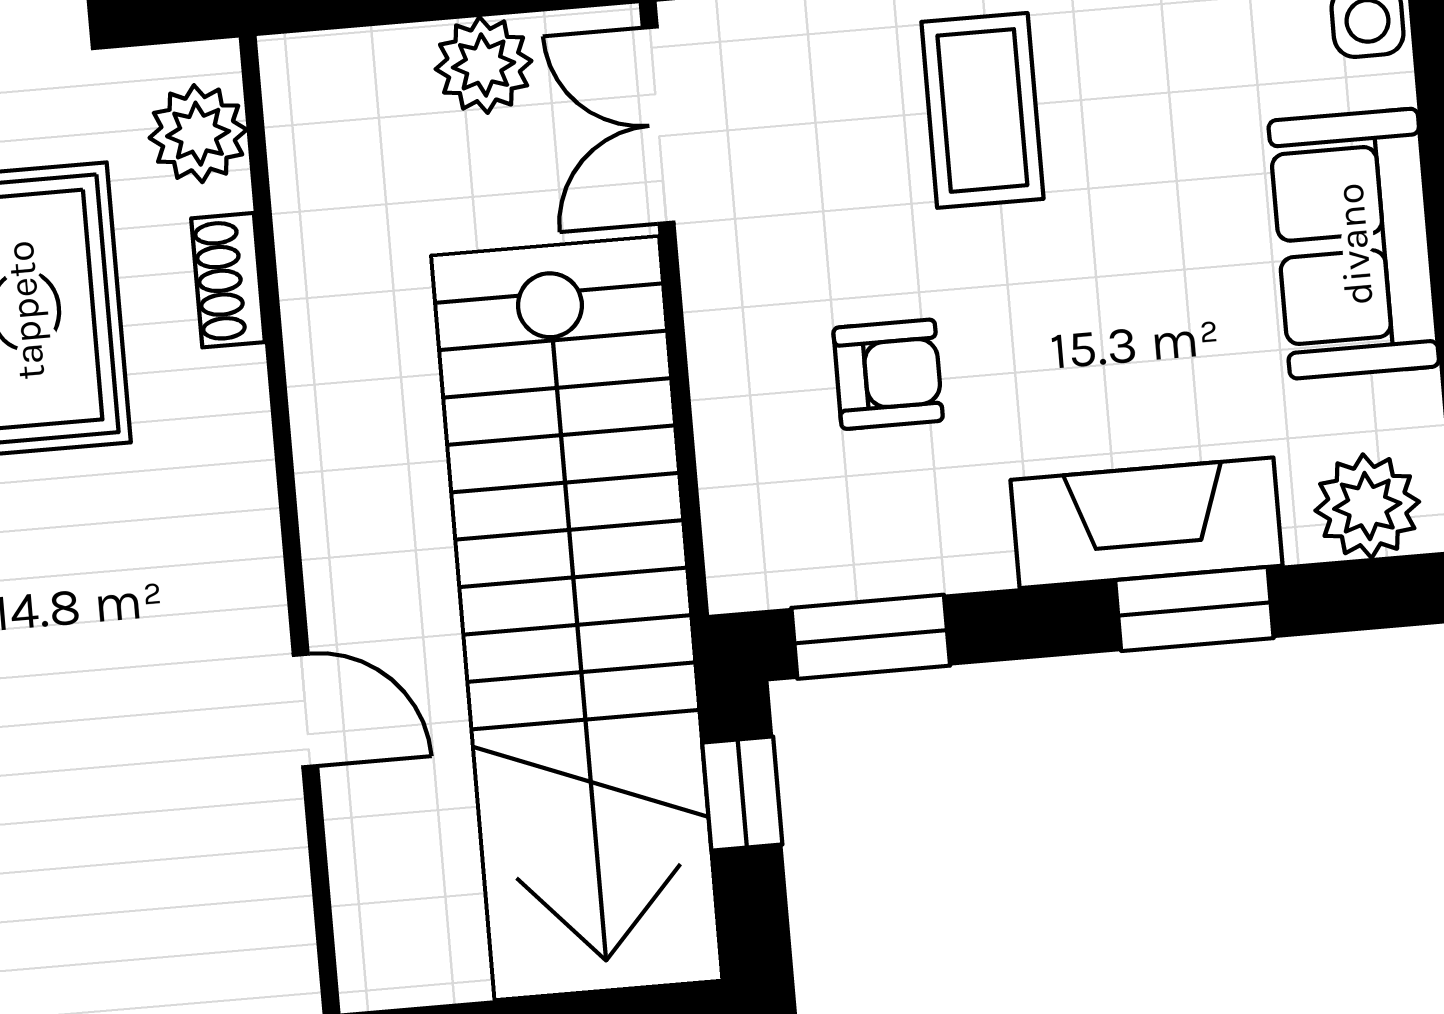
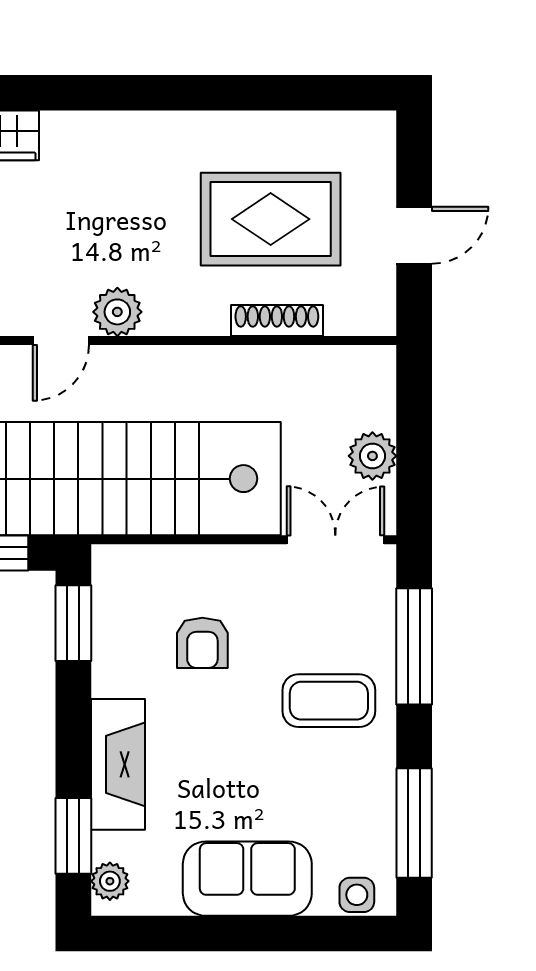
plant: (198, 134) -> (117, 312), moved
shoe rack: (228, 280) -> (277, 321), width x1.43
plant: (1367, 506) -> (110, 881), width x0.73, depth x0.73
window: (1194, 609) -> (73, 836), moved

